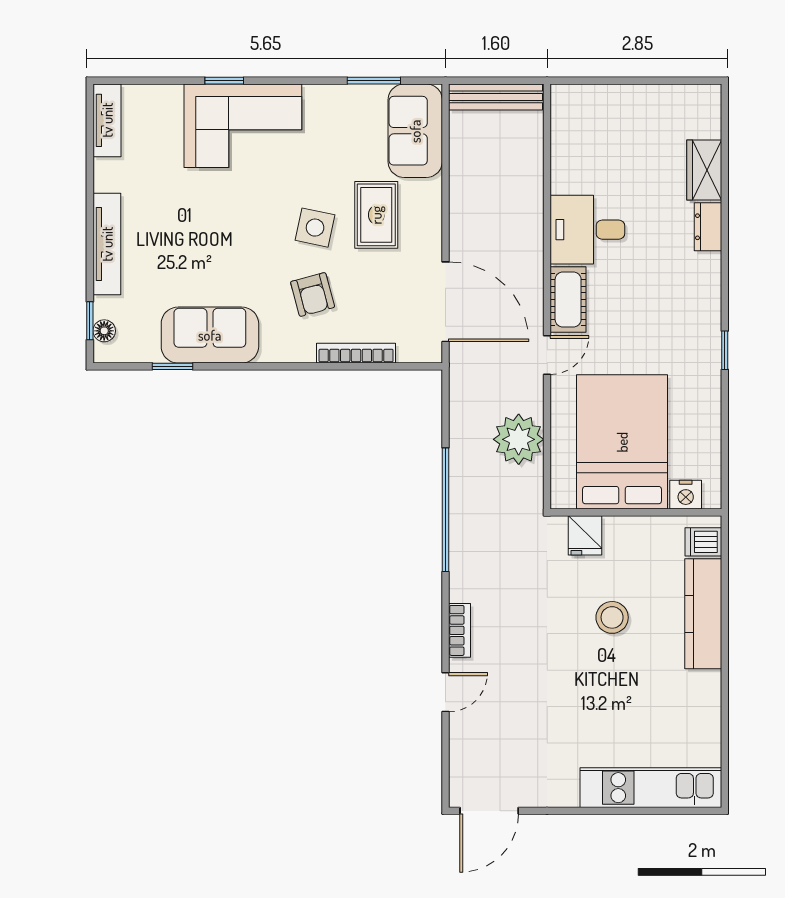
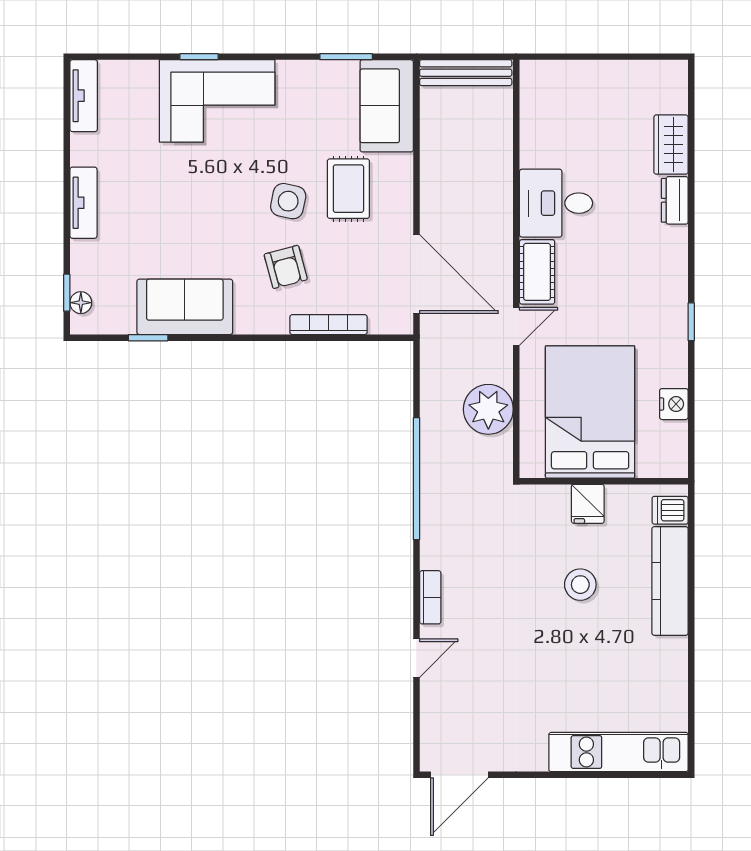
tv unit: (107, 244) -> (83, 203), width x0.71
nightstand: (686, 495) -> (674, 404), moved, turned -90
fridge: (585, 535) -> (588, 504), moved

